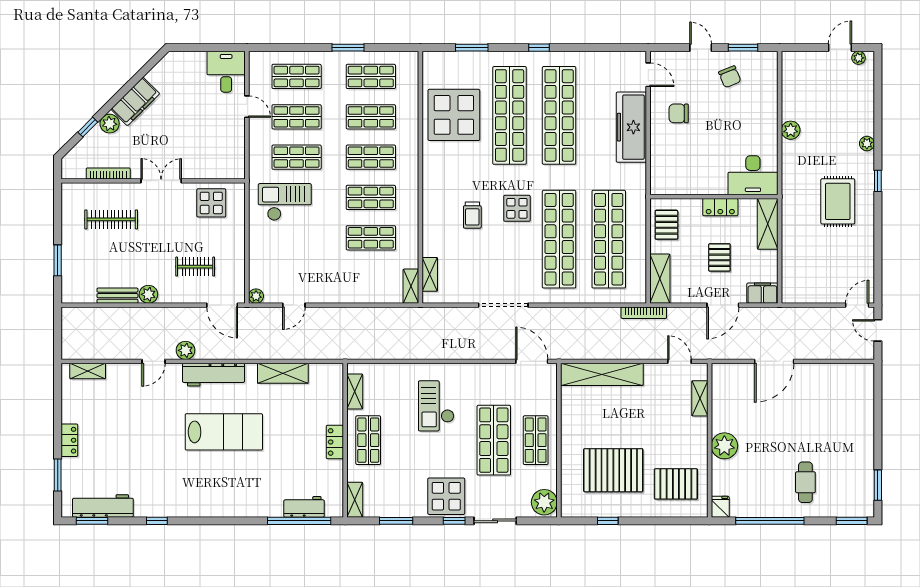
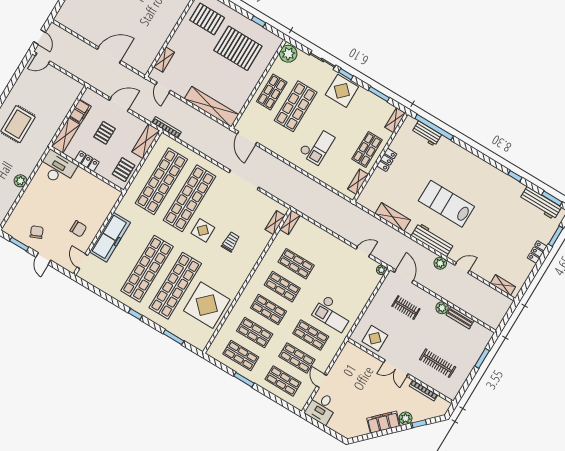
filing cabinet: (762, 293) -> (80, 111), moved, turned -90
plant: (724, 446) -> (166, 24), removed

